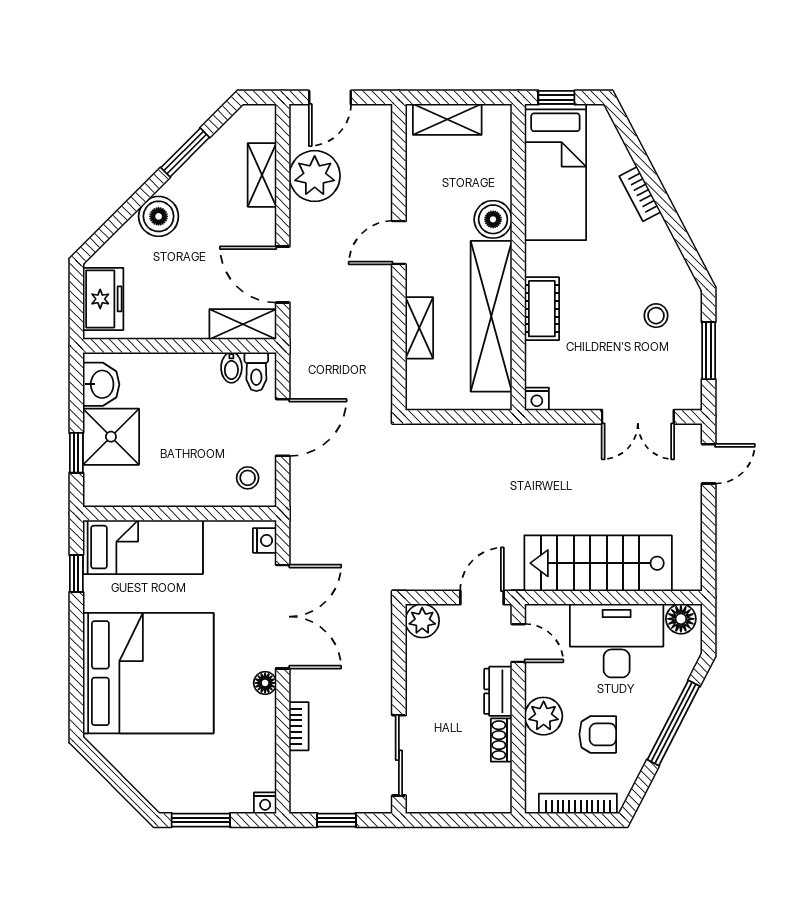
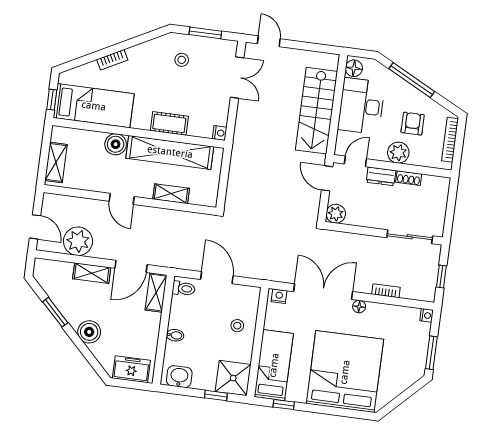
shelving: (262, 175) -> (92, 273), moved
bidet: (231, 368) -> (175, 335), moved
shower: (111, 437) -> (233, 378), moved
stool: (248, 478) -> (237, 326), moved

